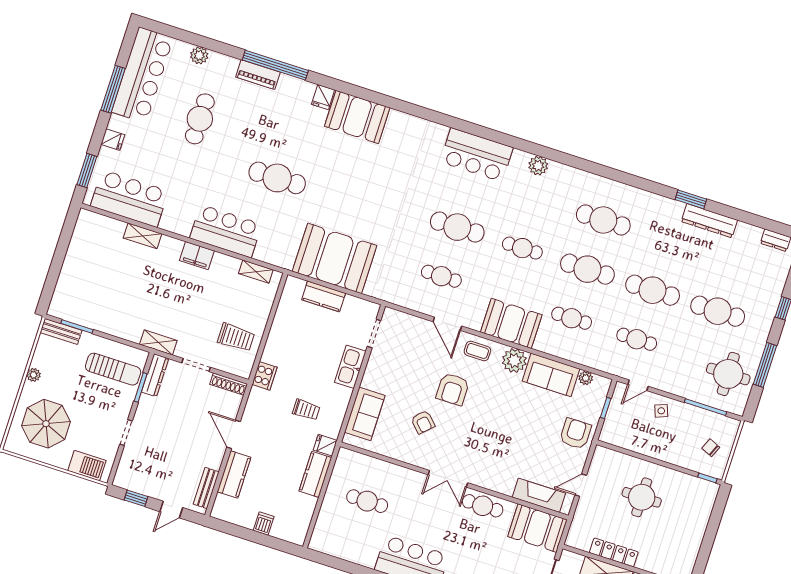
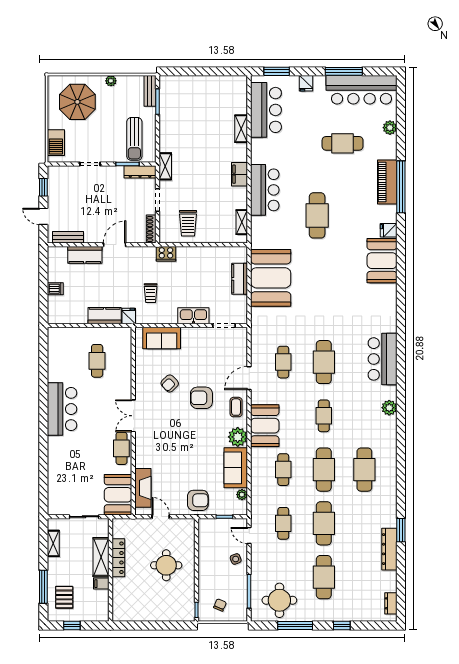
piano: (258, 75) -> (387, 182), width x1.37, depth x1.33

